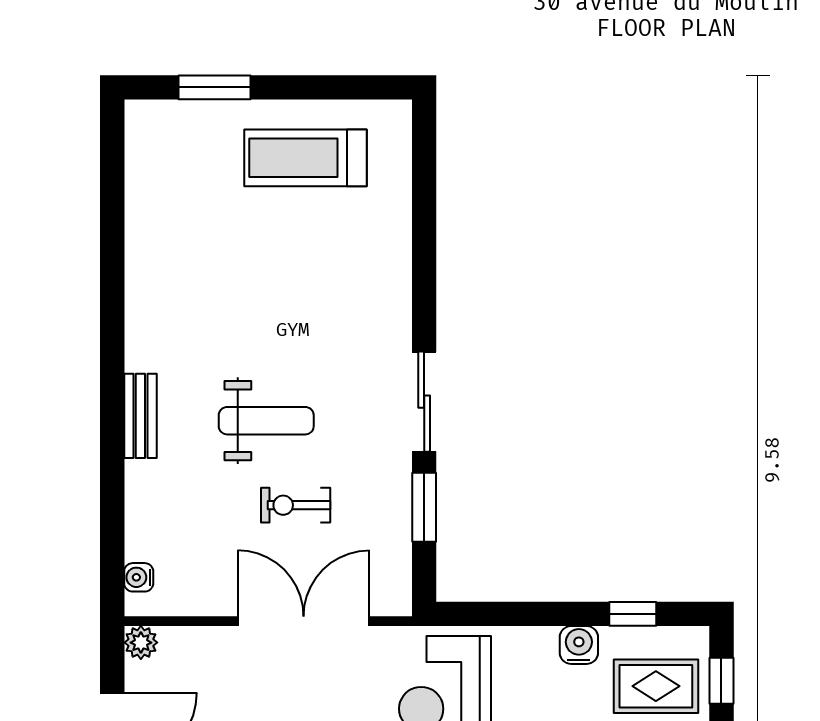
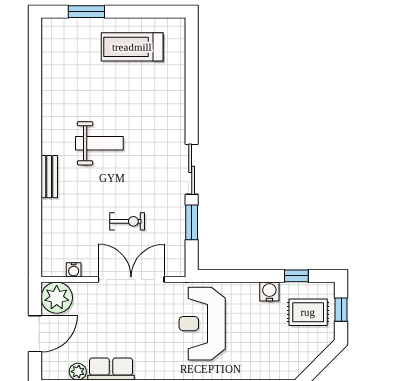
weight bench: (266, 421) -> (99, 143), moved
exercise bike: (296, 505) -> (127, 221), turned 180
water cooler: (139, 577) -> (74, 270), moved, turned -90
plant: (141, 643) -> (57, 298), width x1.88, depth x1.88

